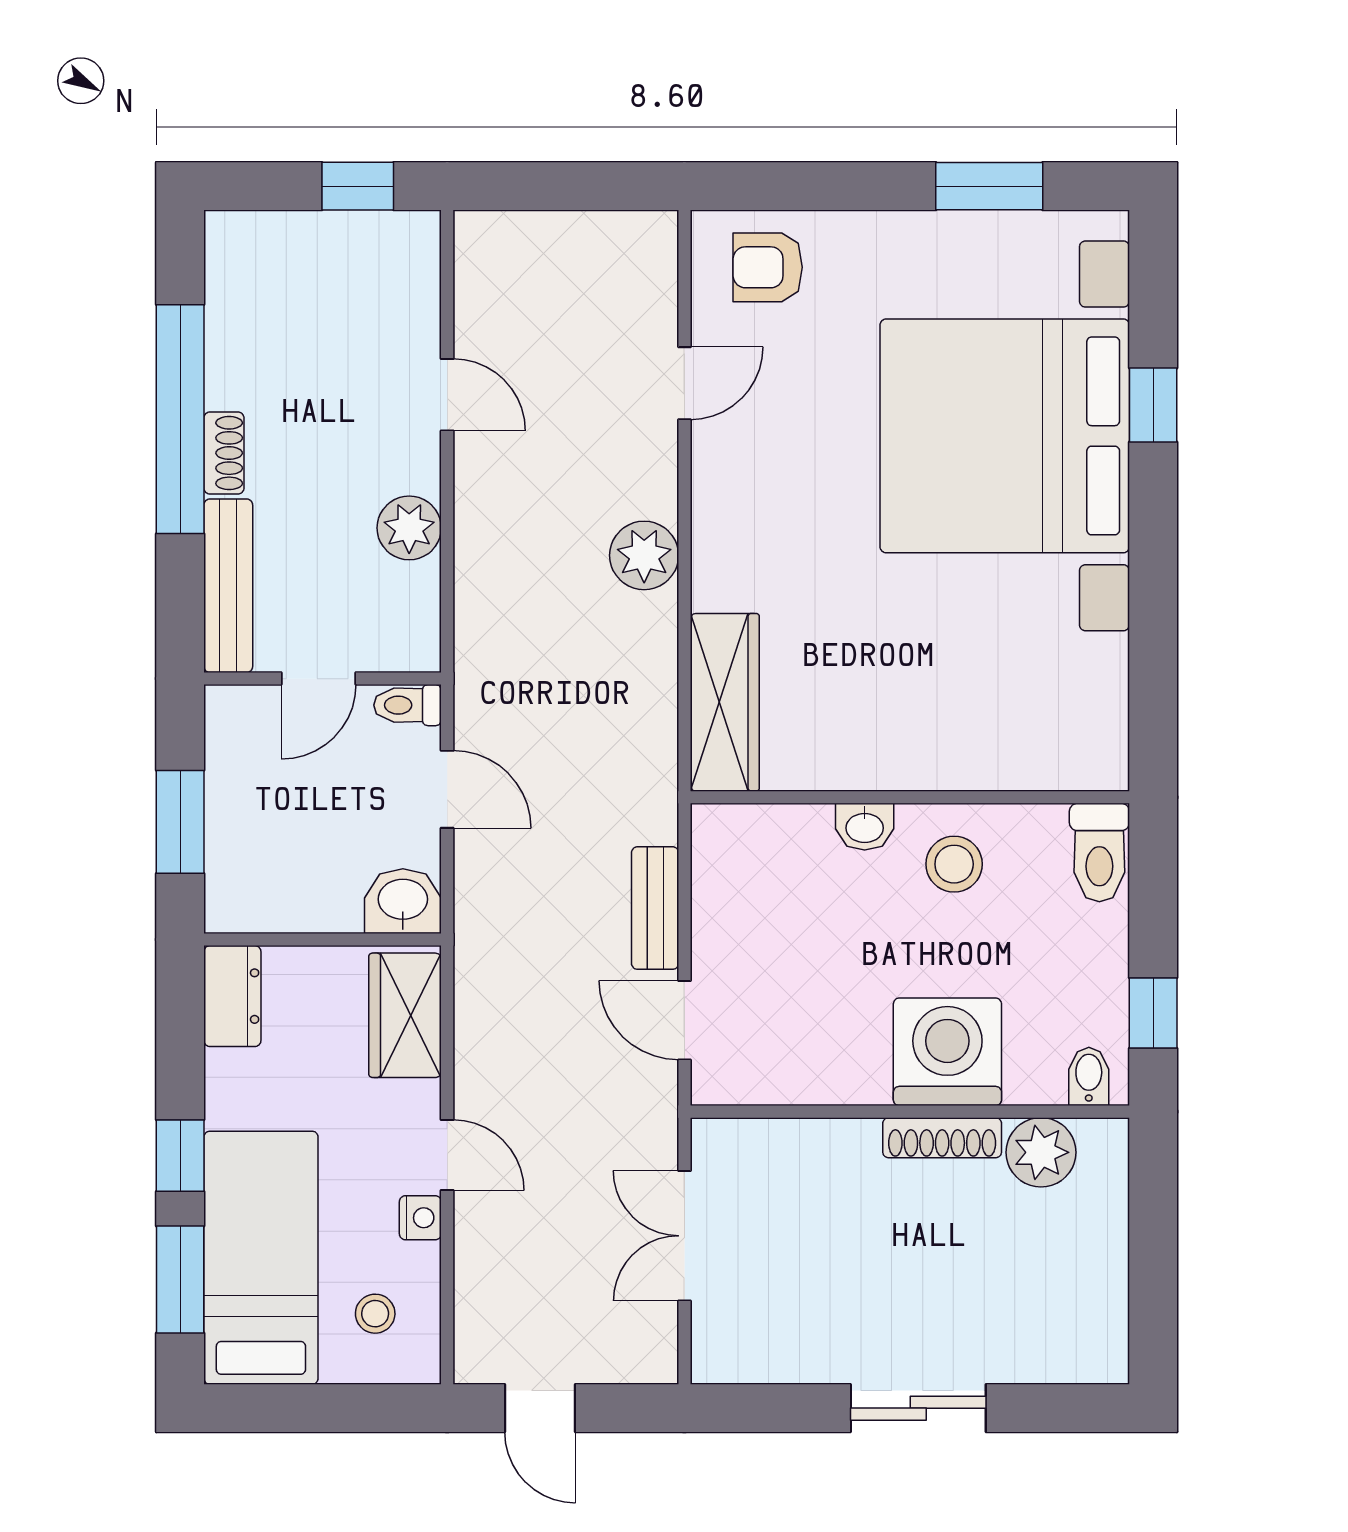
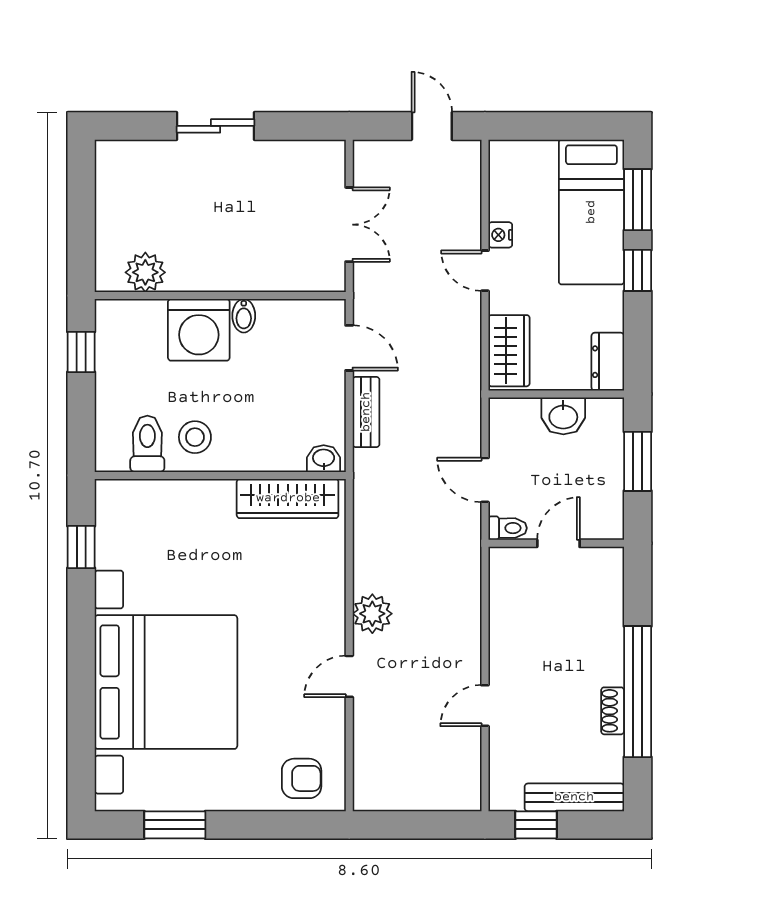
door: (684, 383) -> (349, 676), moved
door: (447, 395) -> (485, 706), hinge flipped
window: (1153, 405) -> (81, 547), moved
shoe rack: (224, 453) -> (613, 711), moved
plant: (409, 528) -> (507, 629), removed
bench: (228, 586) -> (574, 797), moved, turned 90
wardrobe: (725, 702) -> (288, 498), moved, turned -90
washbasin: (865, 827) -> (324, 459), moved
toilet: (1099, 852) -> (147, 444), moved
washbasin: (403, 901) -> (563, 416), moved
bidet: (1089, 1076) -> (244, 316), moved
shoe rack: (942, 1138) -> (202, 281), removed
stool: (375, 1314) -> (526, 180), removed

